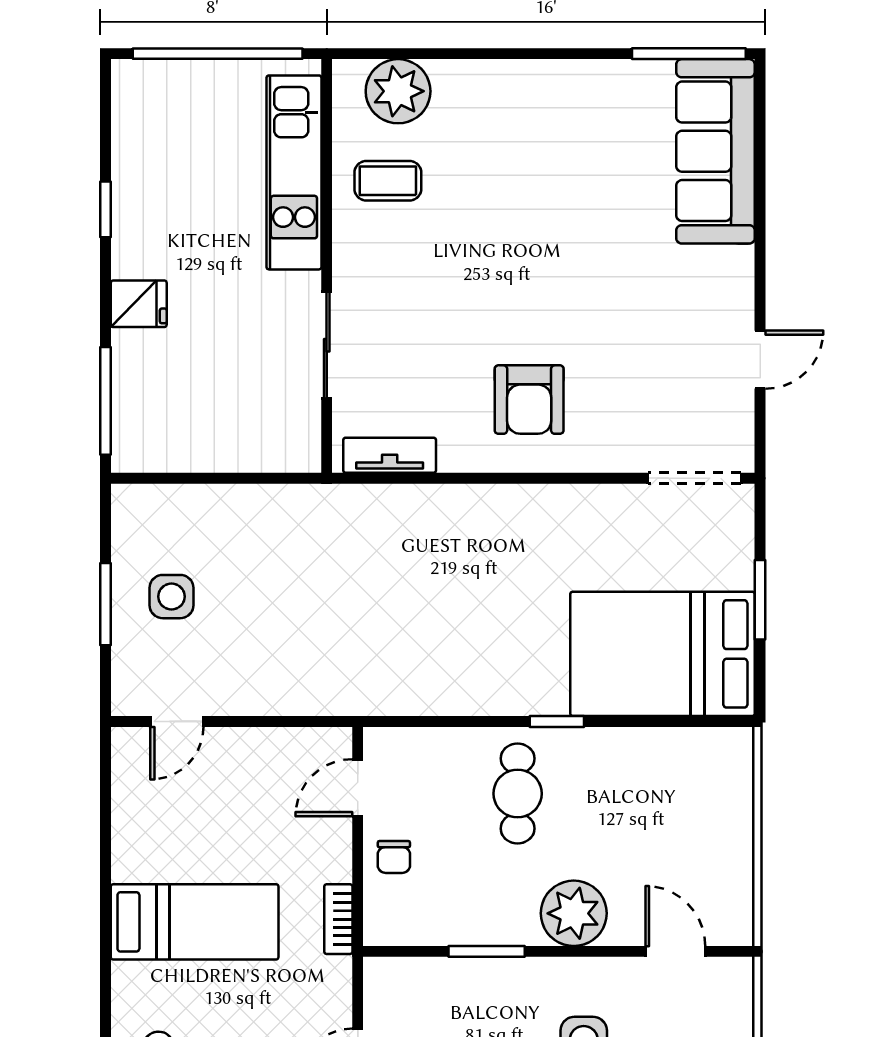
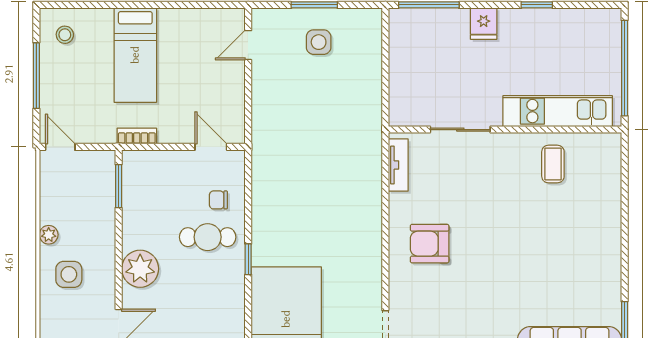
plant: (398, 91) -> (603, 170), removed
door: (177, 721) -> (248, 45), hinge flipped
chair: (394, 857) -> (218, 200), moved
window: (487, 951) -> (119, 186), moved

